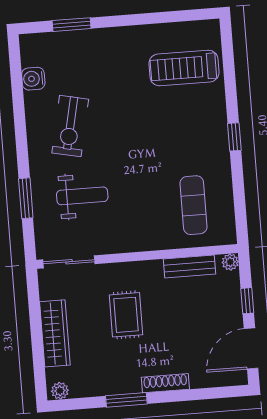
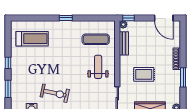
window: (128, 20) -> (8, 63), added
treadmill: (184, 68) -> (32, 39), turned -90
weight bench: (82, 196) -> (98, 67), moved
window: (247, 301) -> (129, 18), moved

